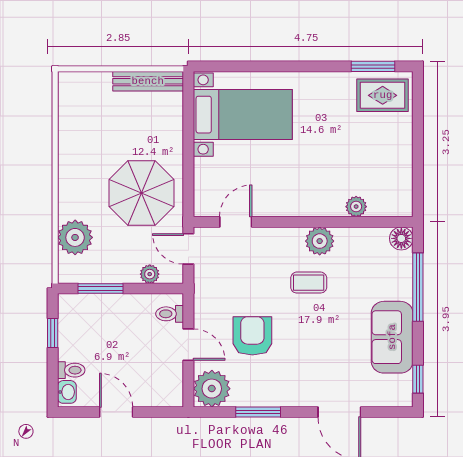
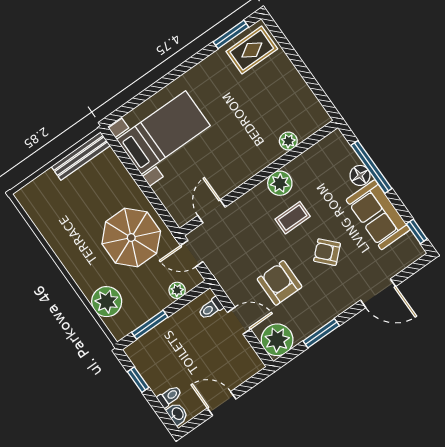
floor lamp: (401, 238) -> (360, 175), moved
armchair: (318, 338) -> (327, 252), added

